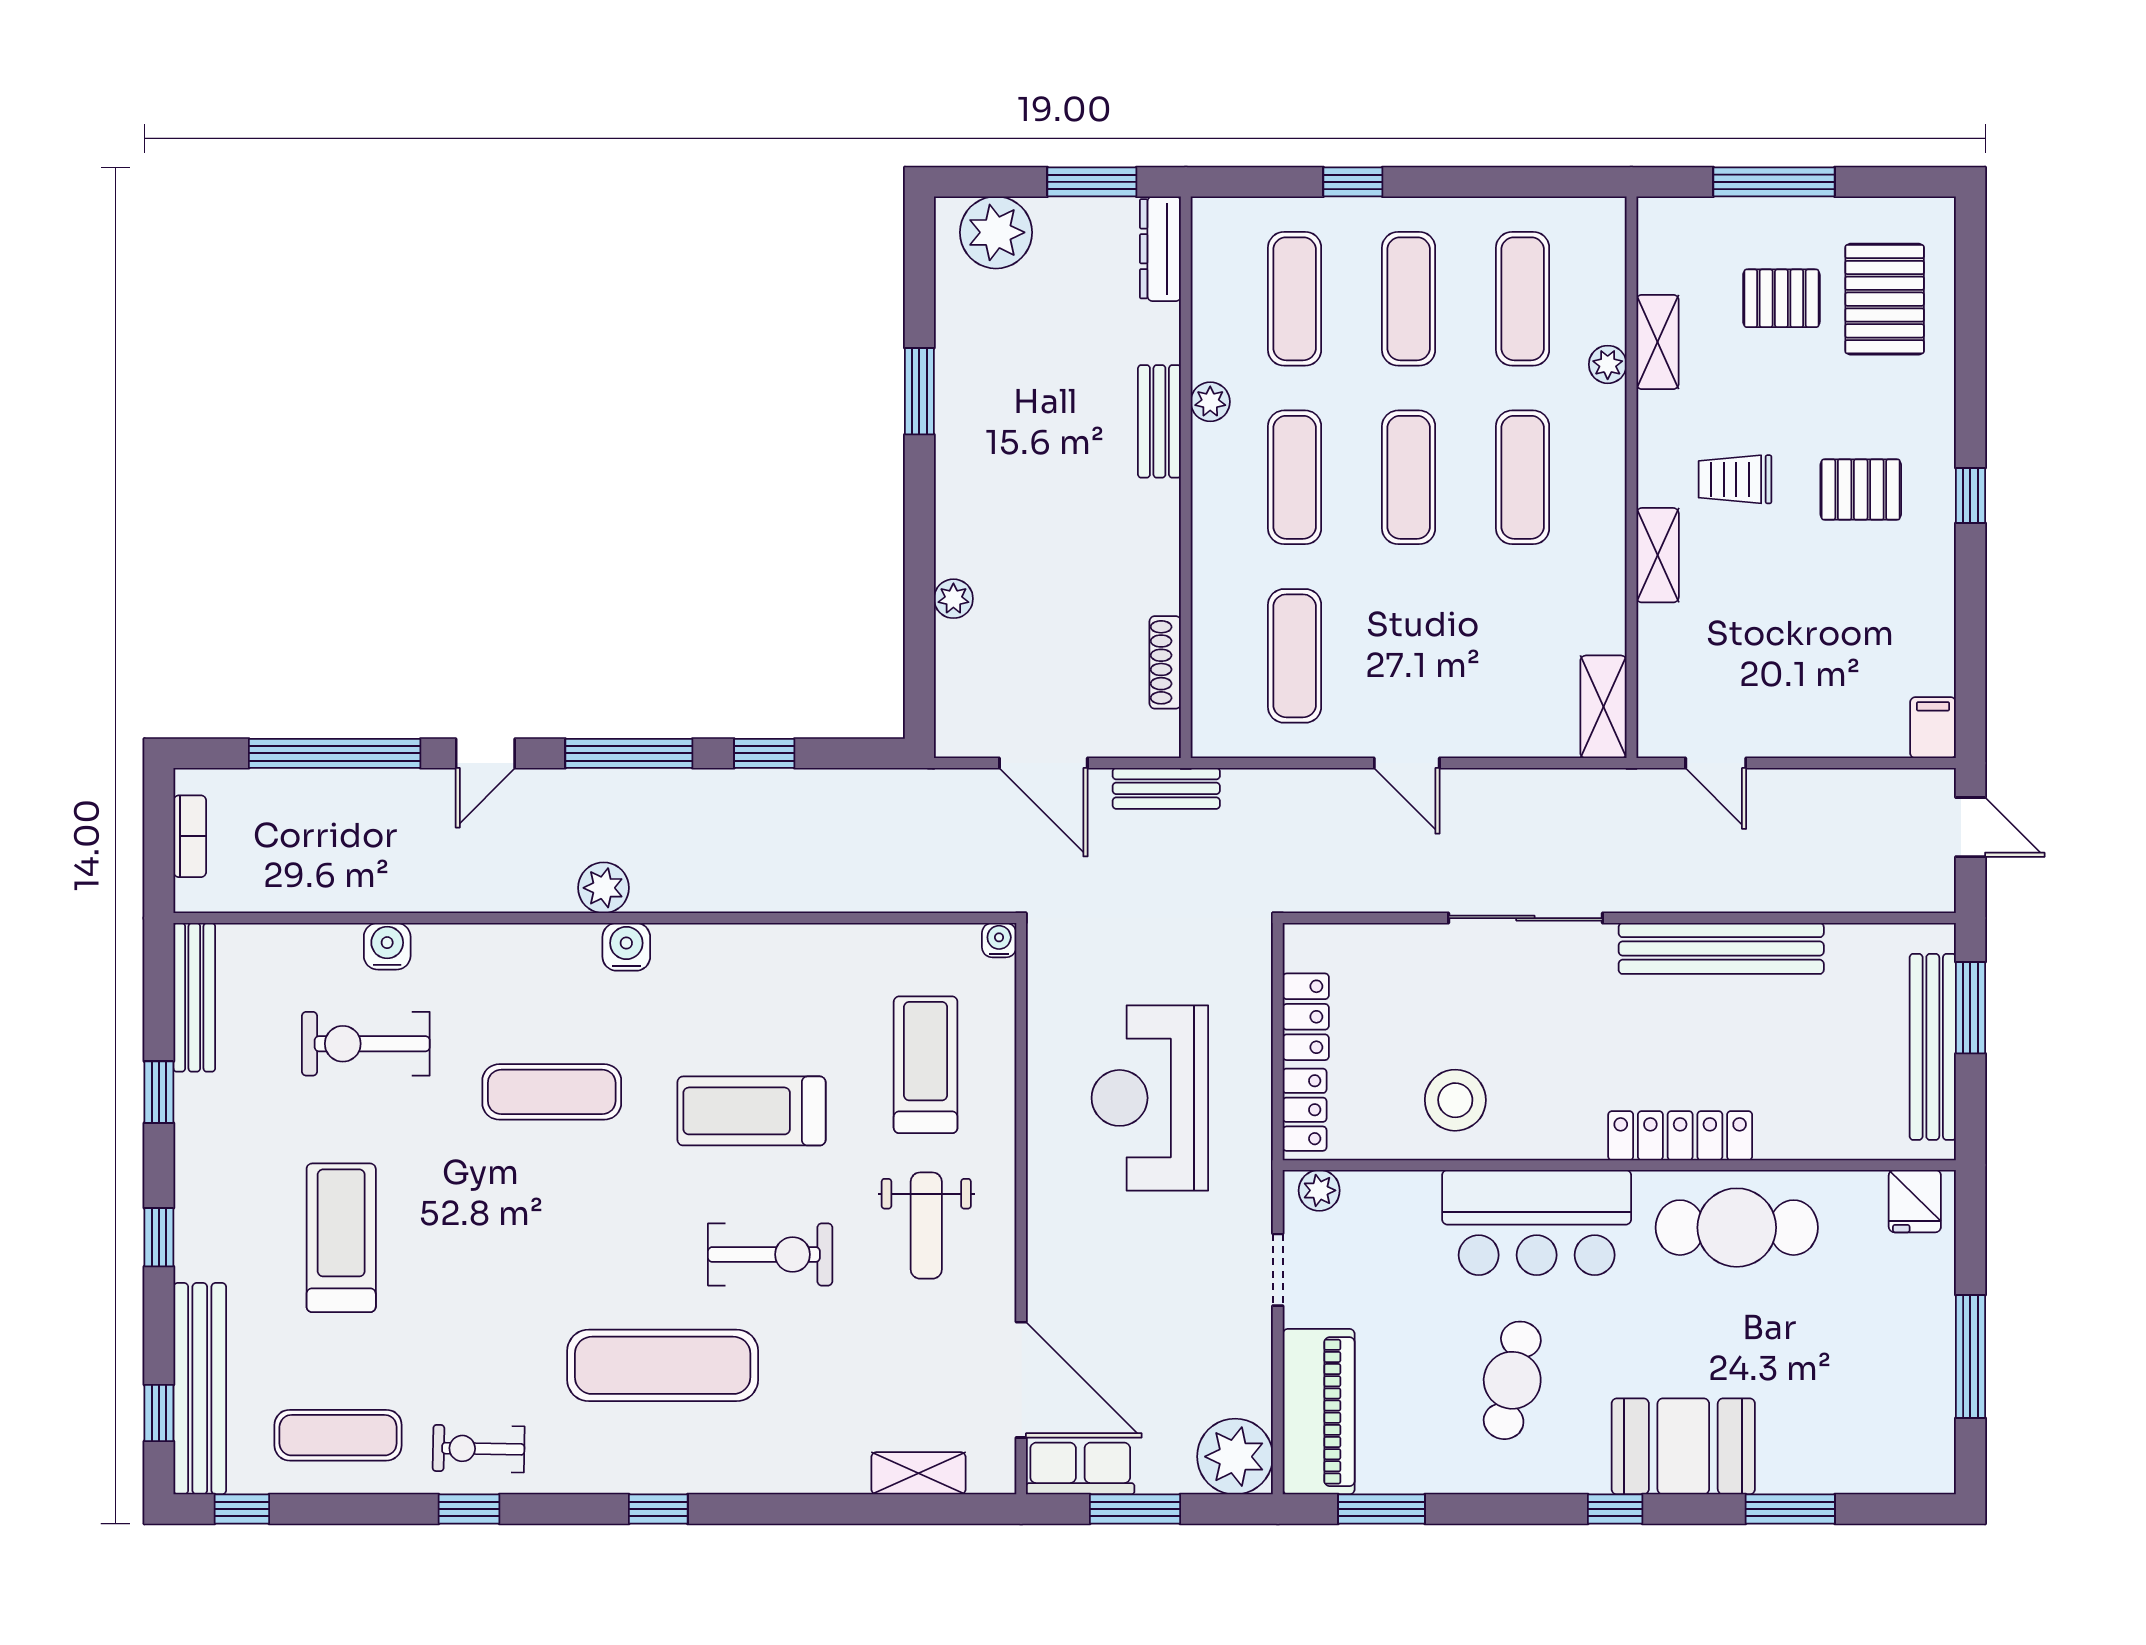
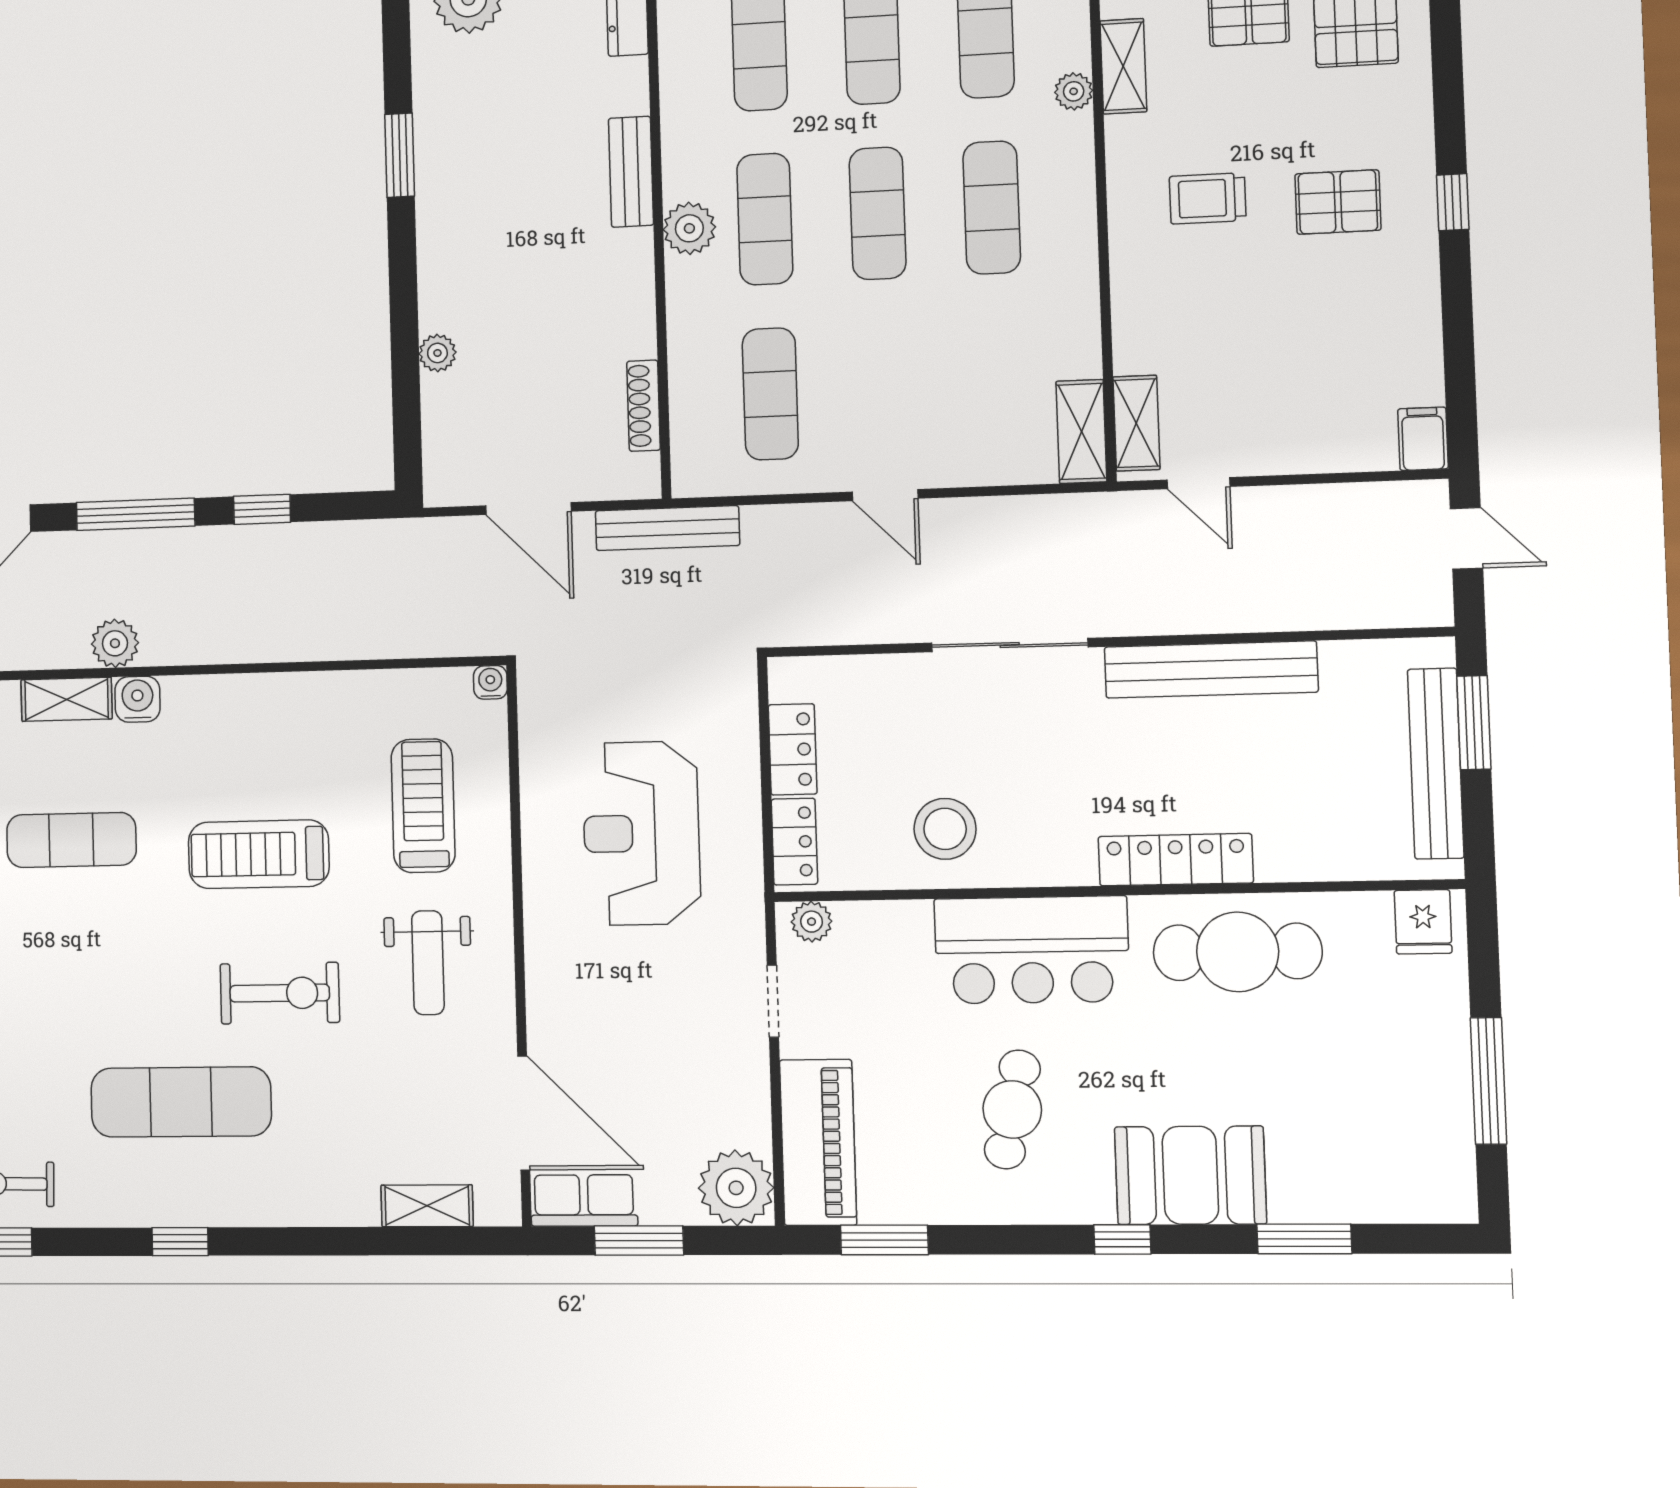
plant: (1210, 402) -> (689, 228), moved, width x1.38, depth x1.38
shelving: (1658, 555) -> (1136, 423), moved
bench: (1166, 788) -> (667, 528), width x1.36
shelving: (550, 945) -> (67, 699), added

